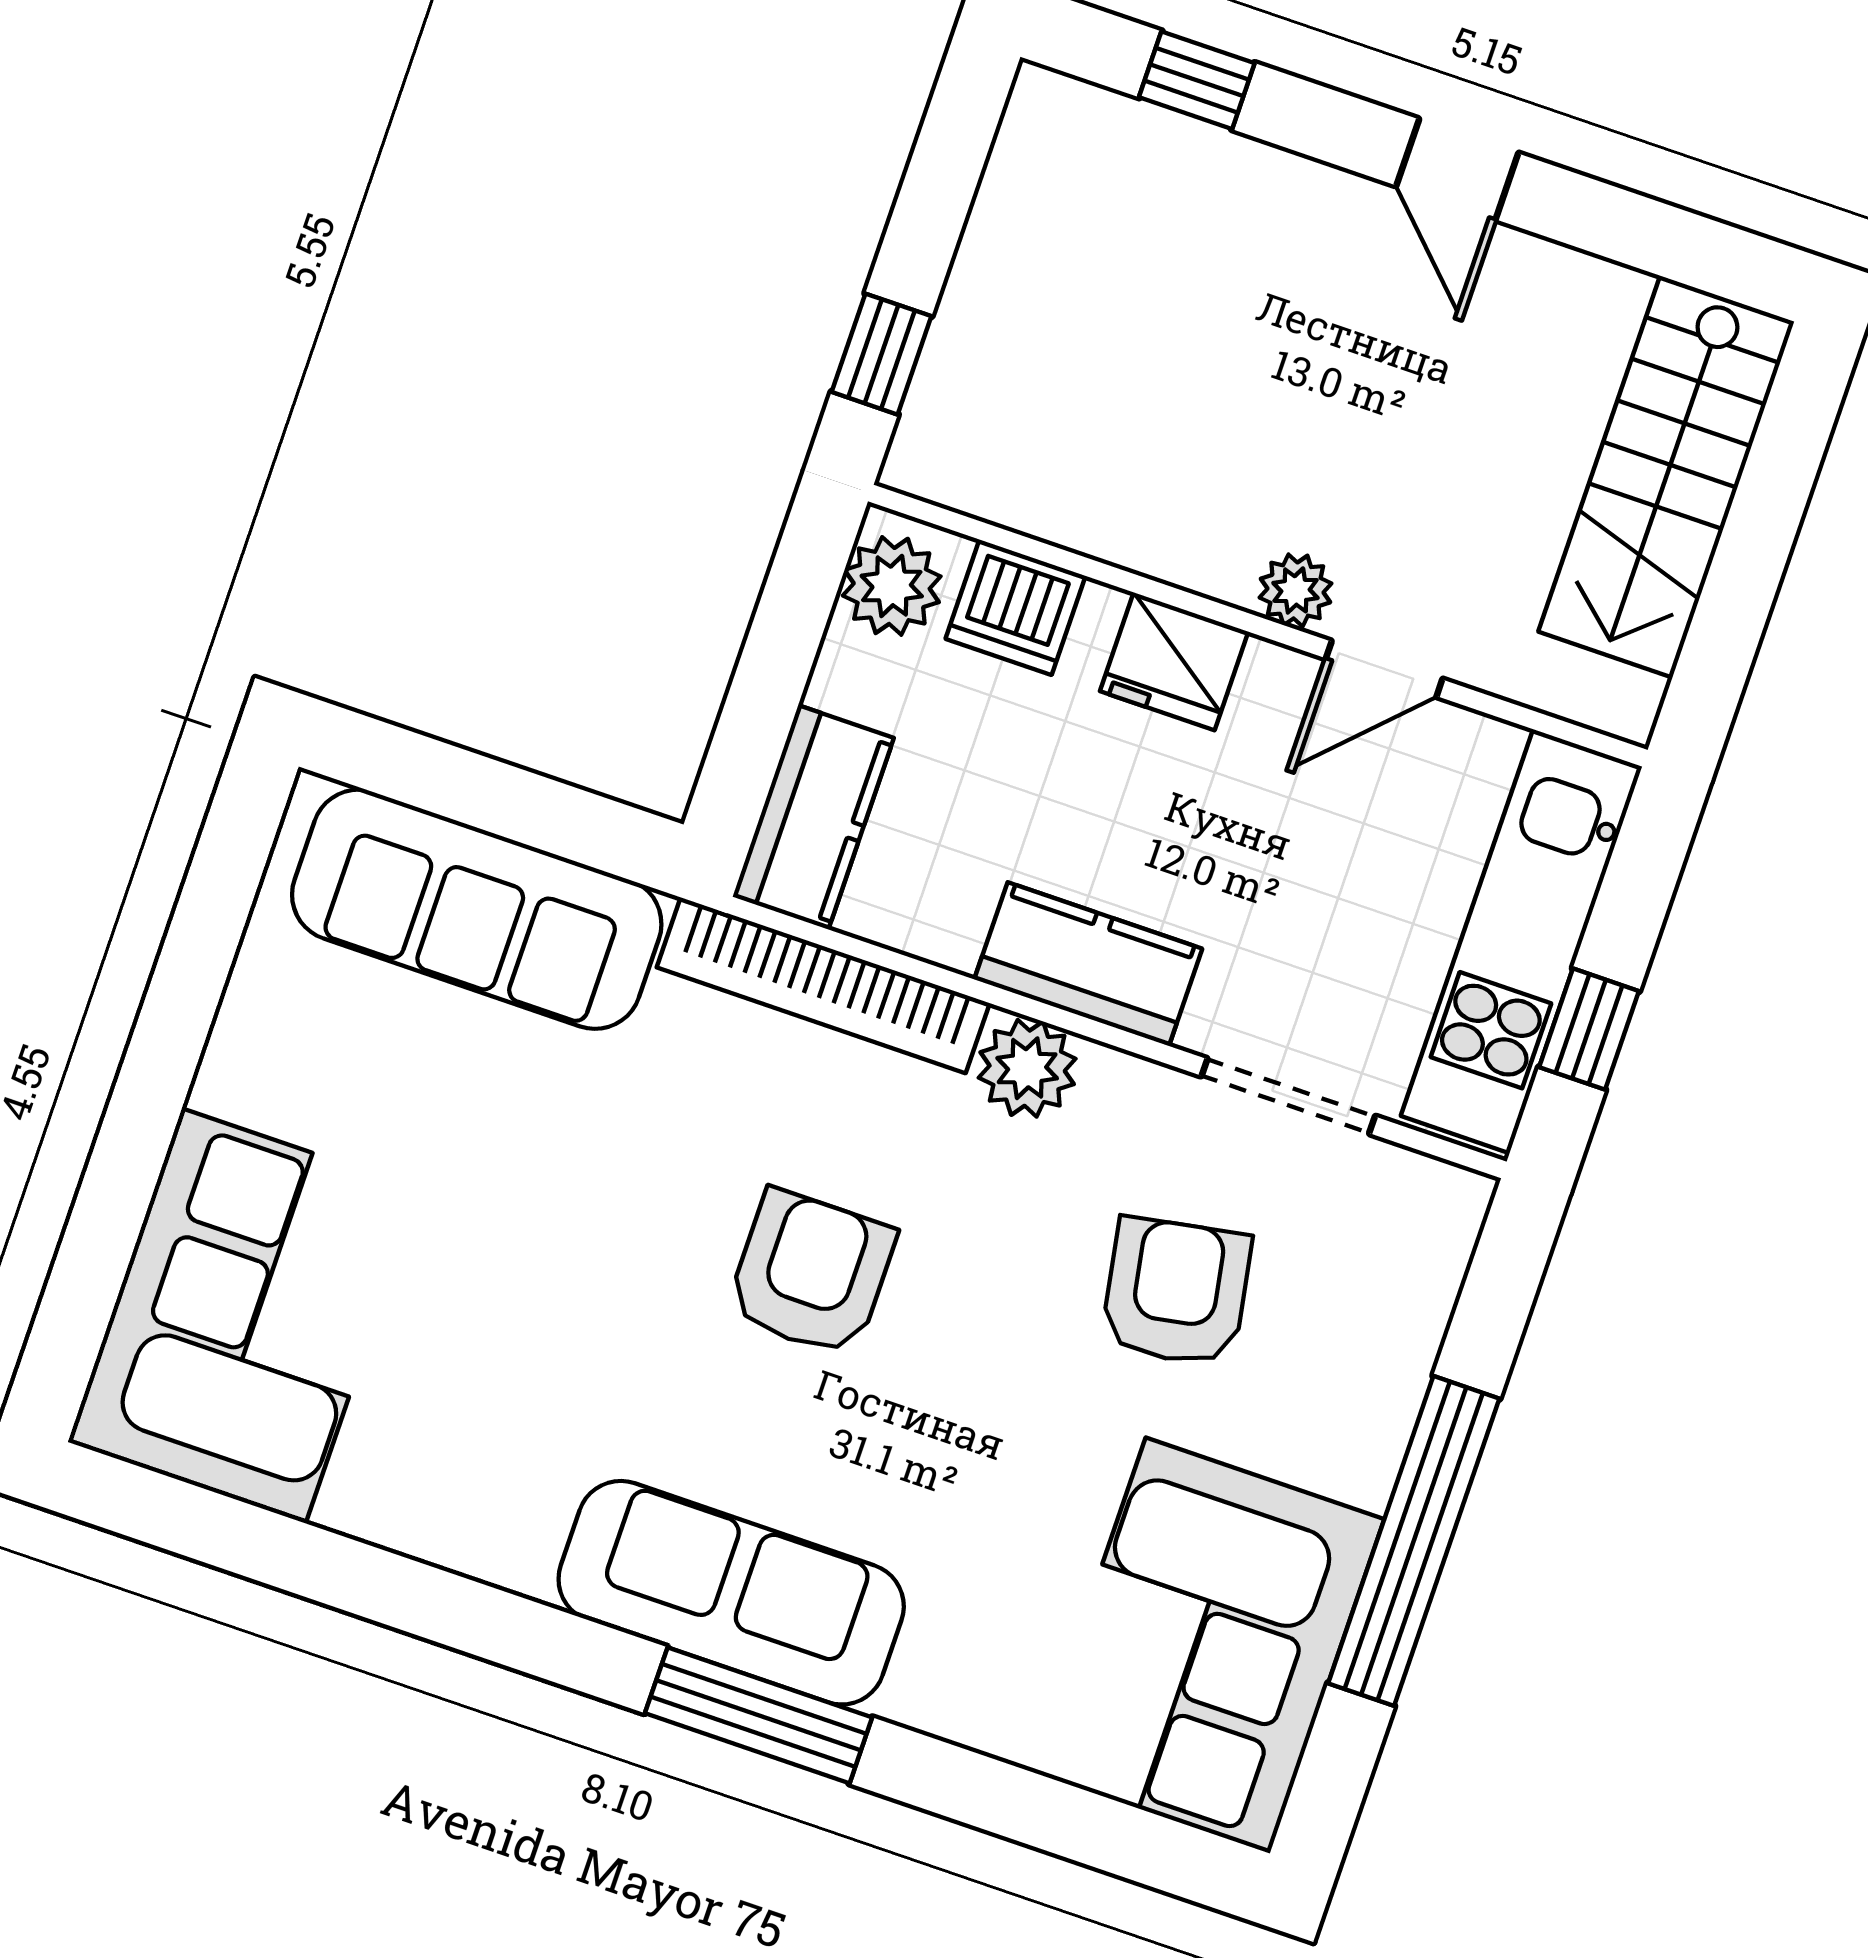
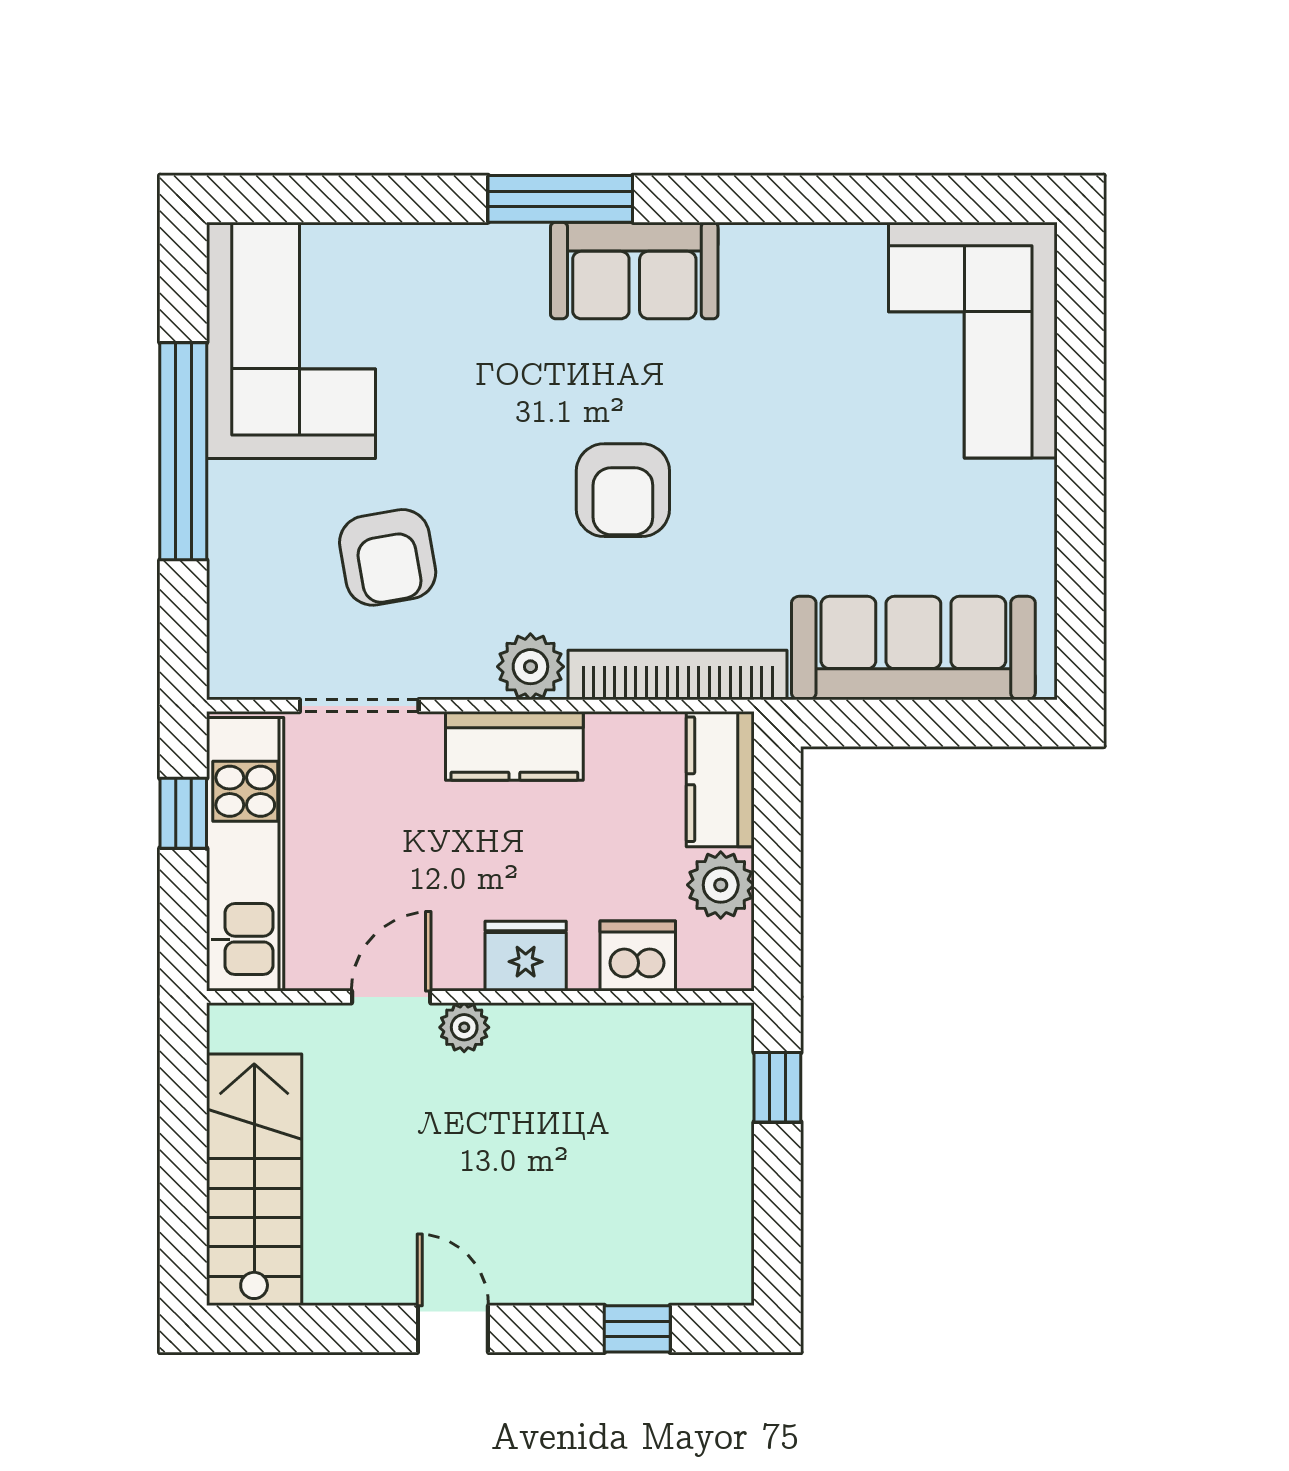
plant: (892, 586) -> (721, 885), moved
sofa: (731, 1593) -> (634, 270), width x0.73

